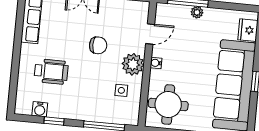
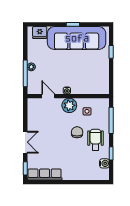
chair: (98, 45) -> (77, 132), moved
wheelchair: (51, 72) -> (95, 140), moved
round table: (168, 105) -> (93, 80), removed

